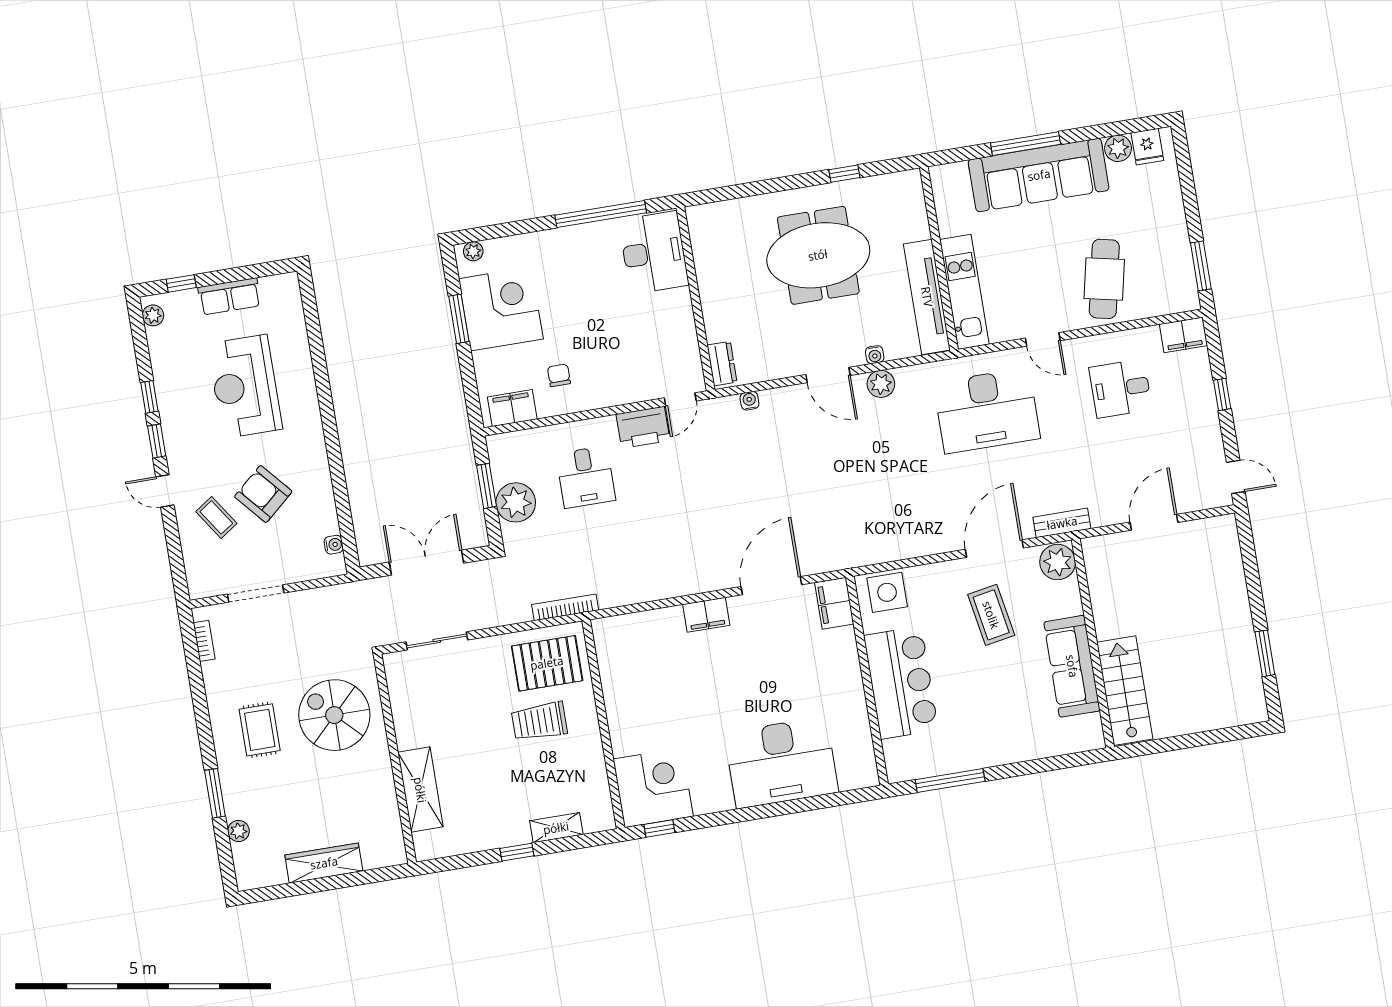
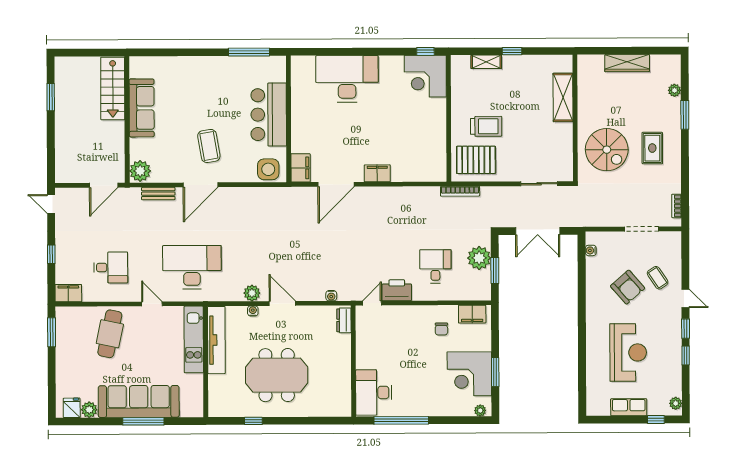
plant: (1058, 562) -> (140, 171), moved
wall: (1093, 643) -> (127, 120), moved
sofa: (1072, 666) -> (142, 108), moved
stairs: (1125, 691) -> (113, 88), moved

